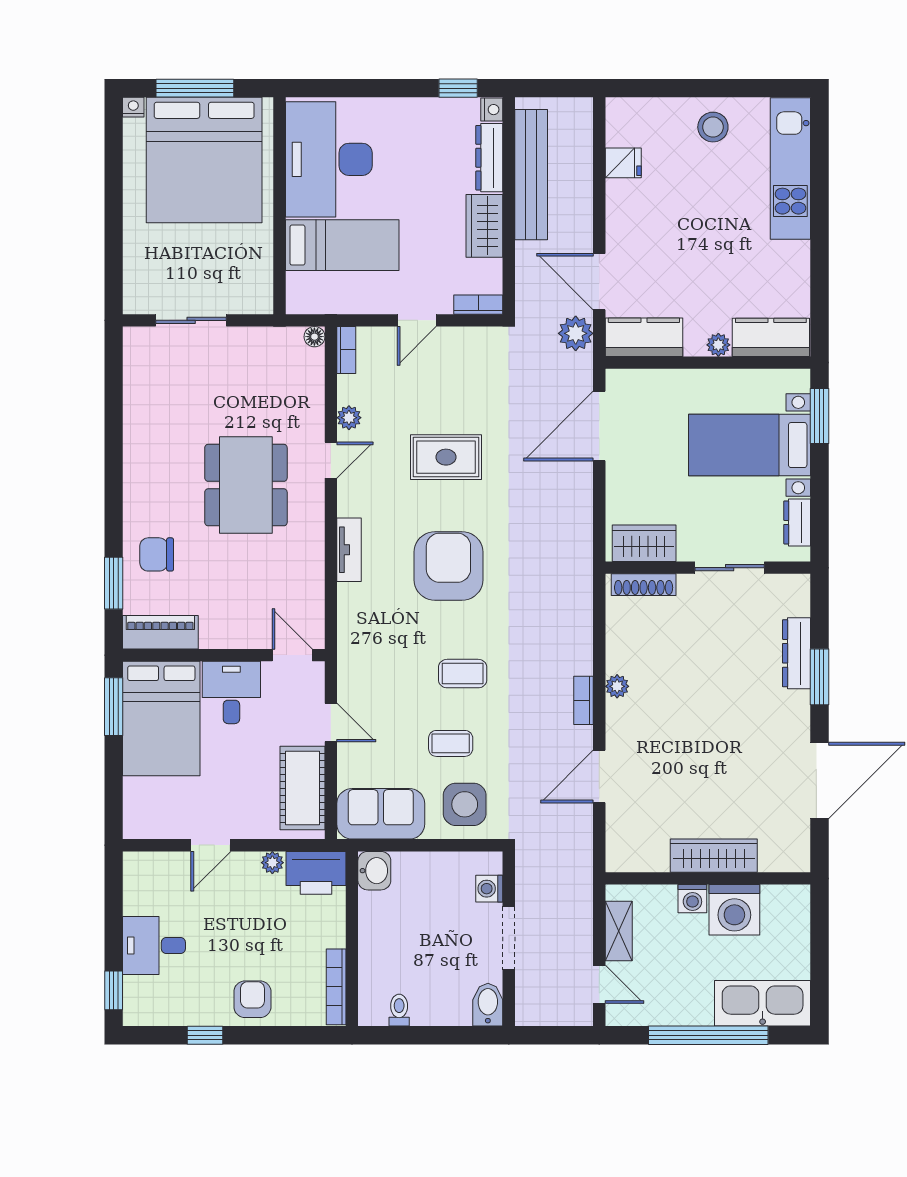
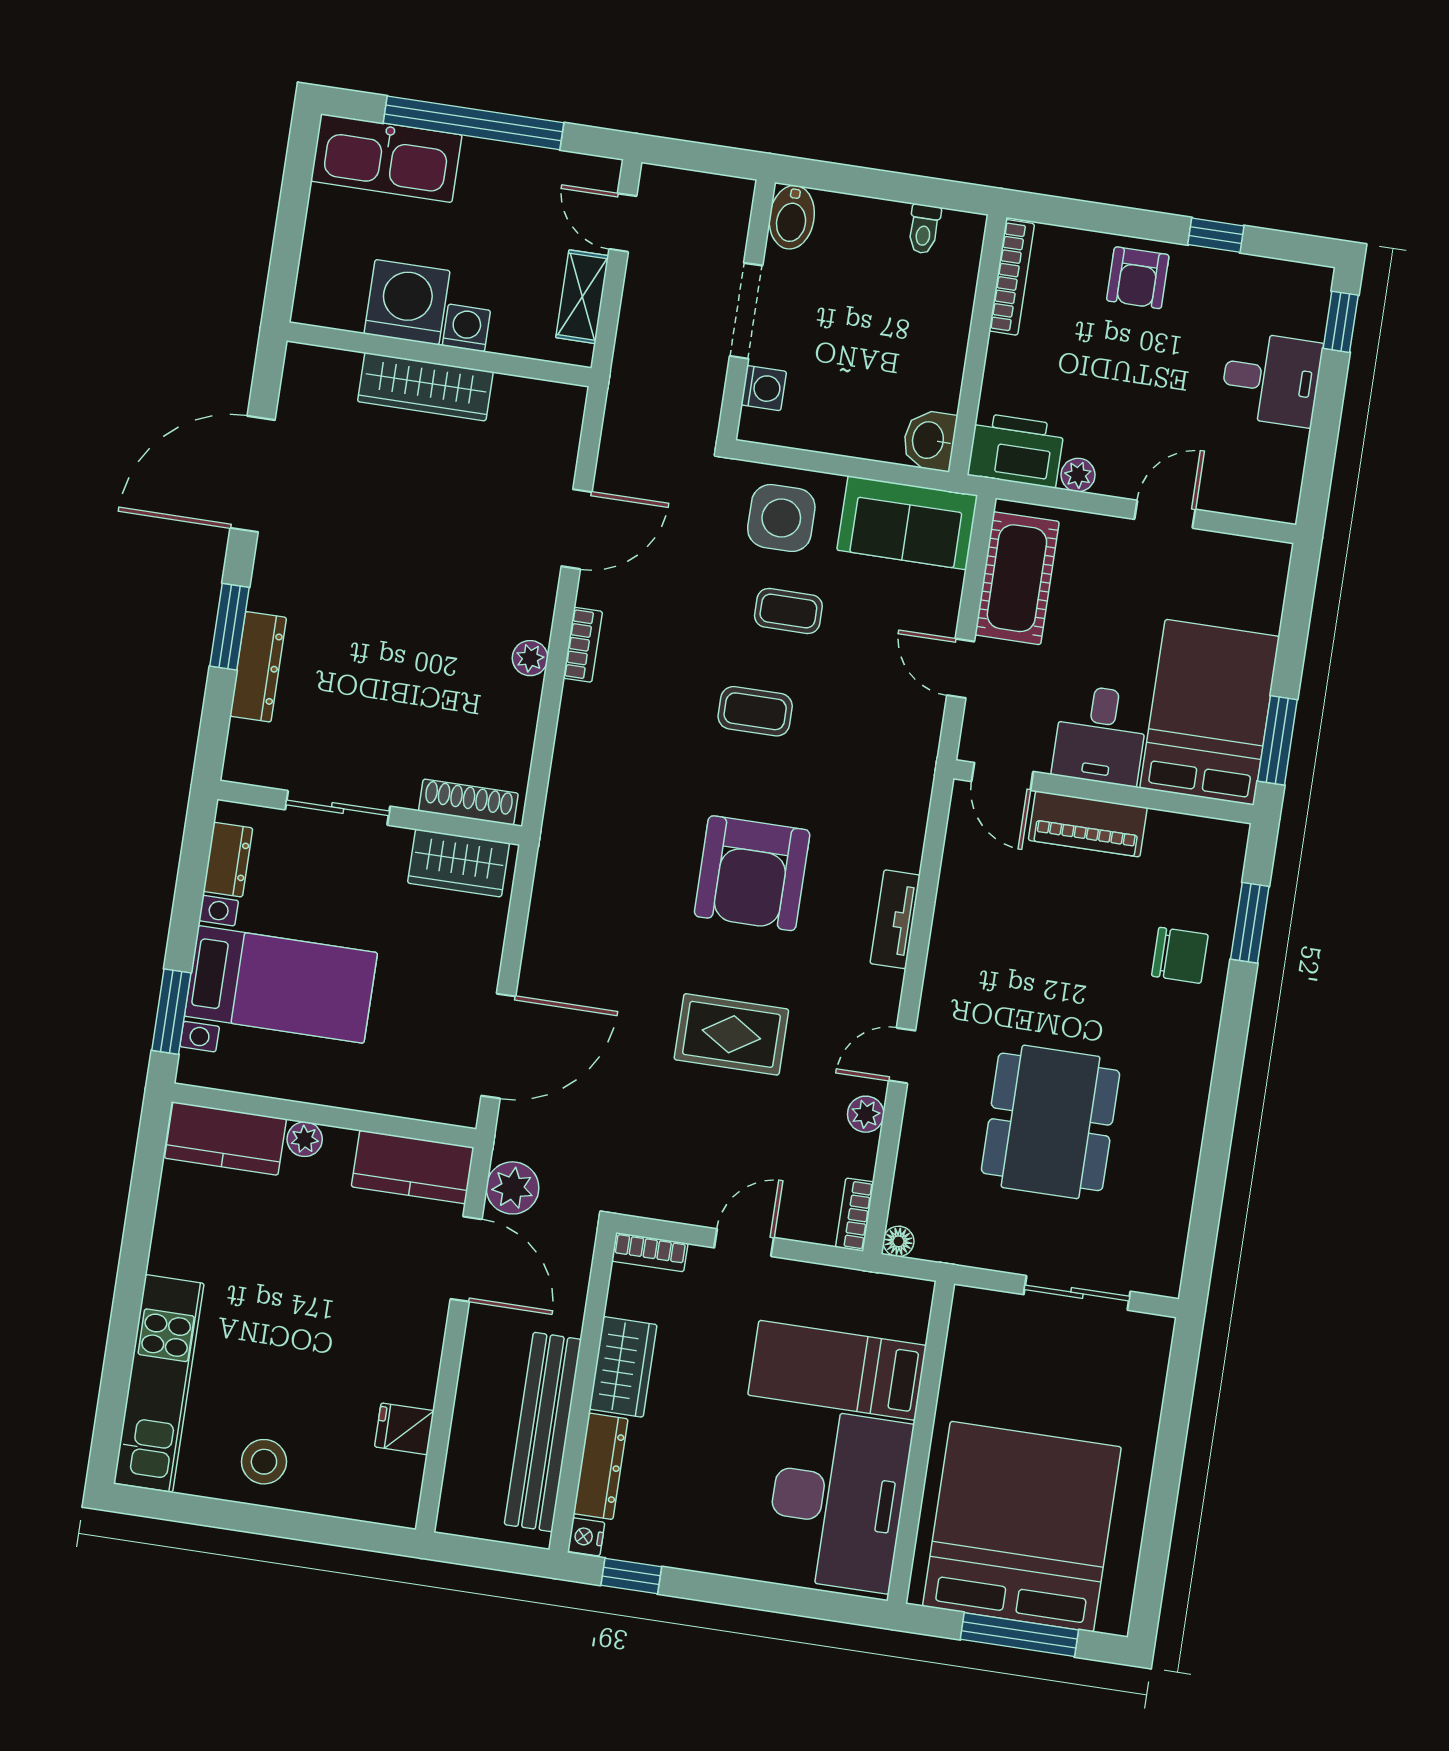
nightstand: (133, 107) -> (1115, 1620), removed
dining table: (246, 485) -> (1051, 1122), moved
piano: (160, 632) -> (1088, 824), moved

